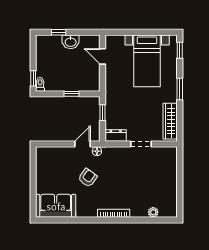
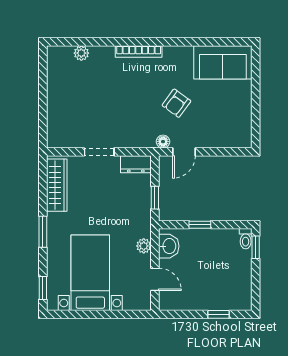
washbasin: (71, 42) -> (169, 246), moved, turned 90
plant: (110, 79) -> (144, 246), added

